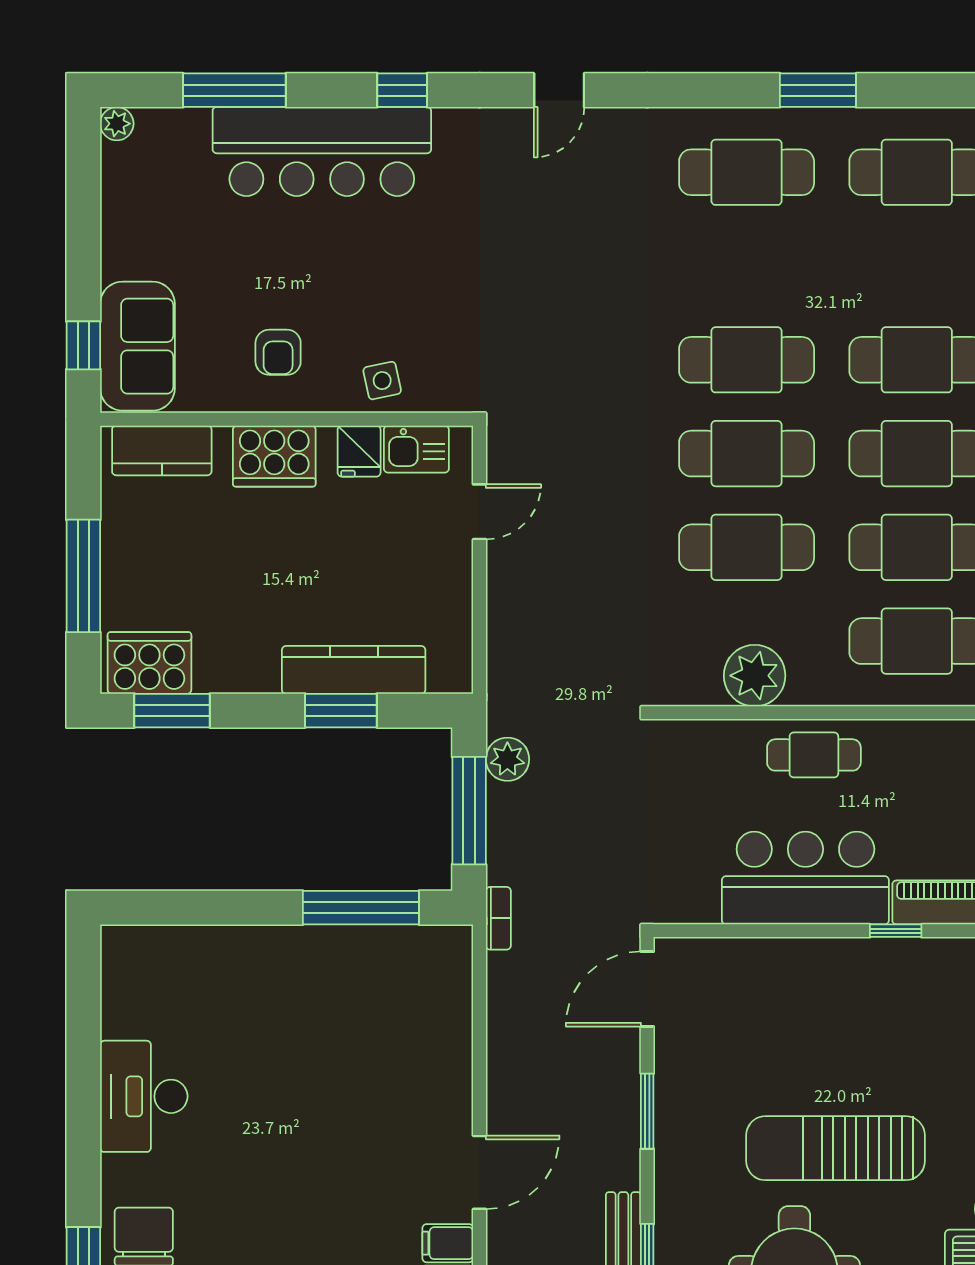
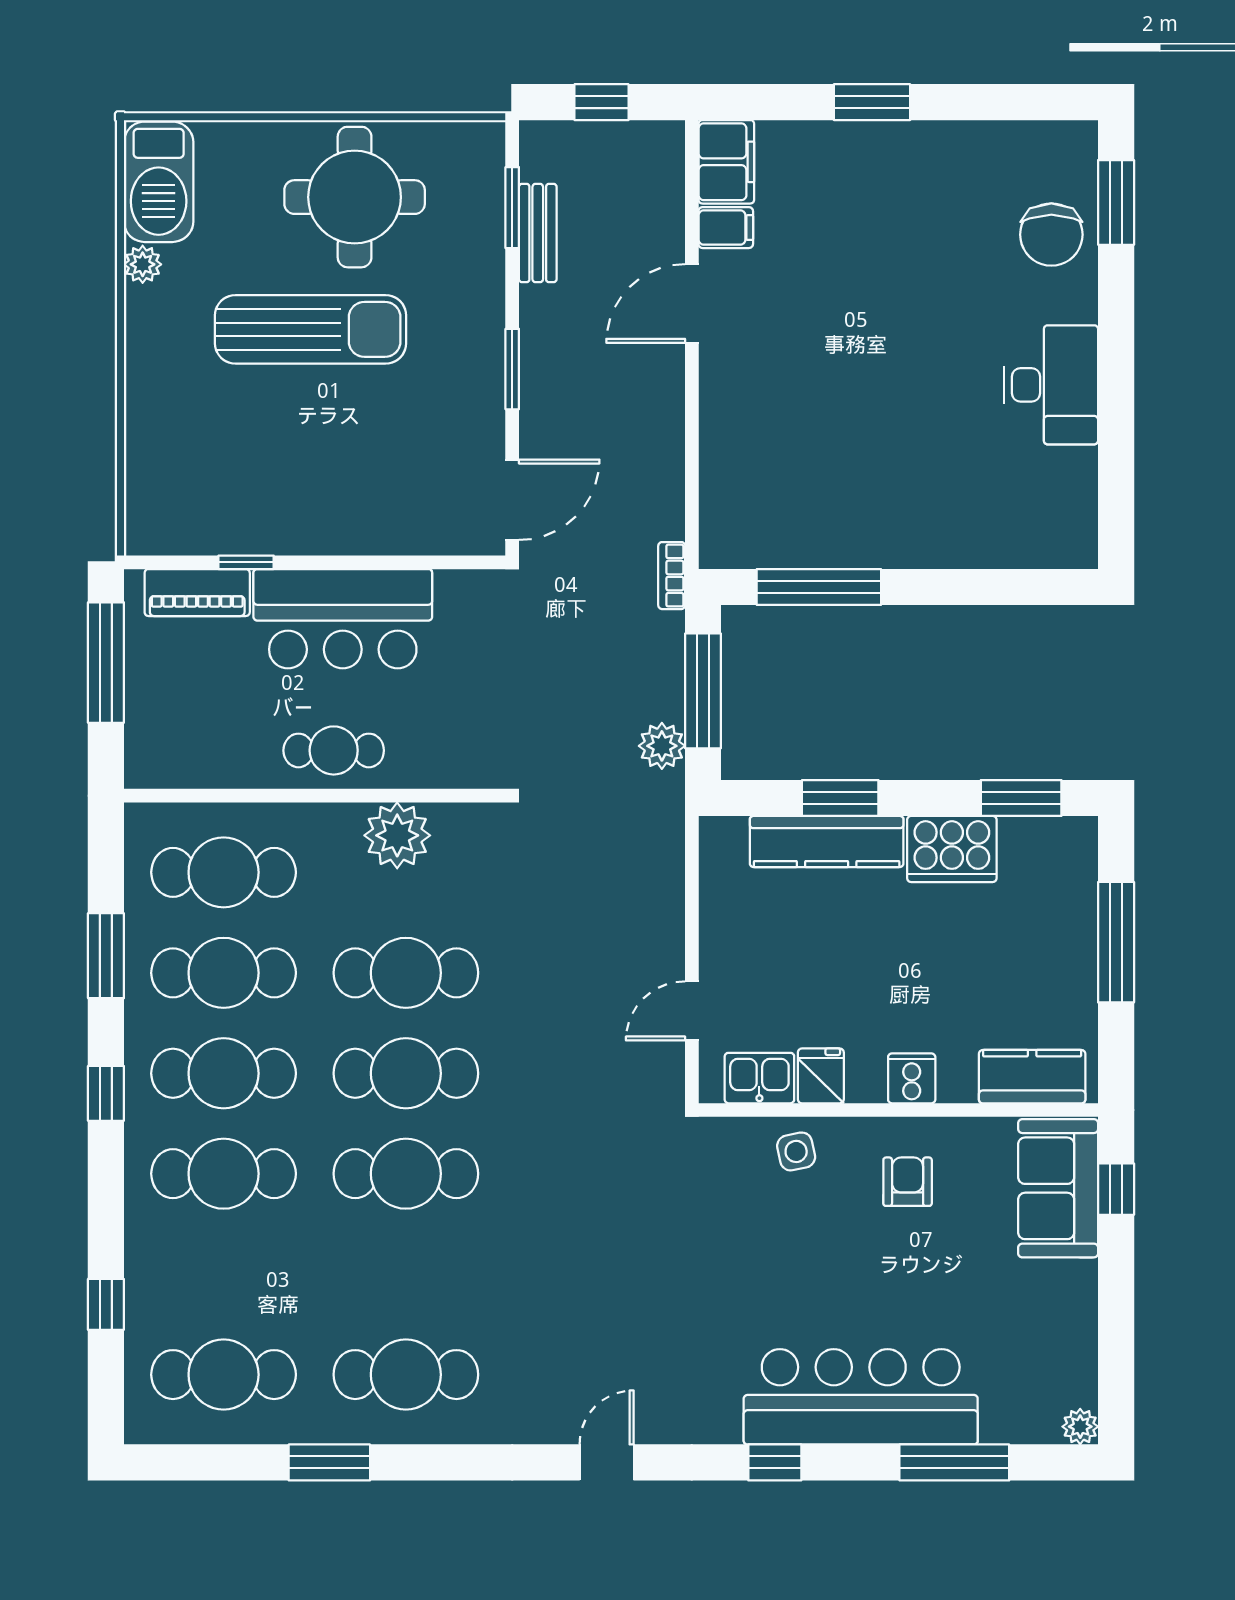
cooker: (274, 456) -> (912, 1078), width x0.53, depth x0.76
cooker: (149, 663) -> (952, 849), moved

